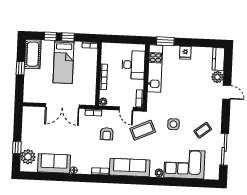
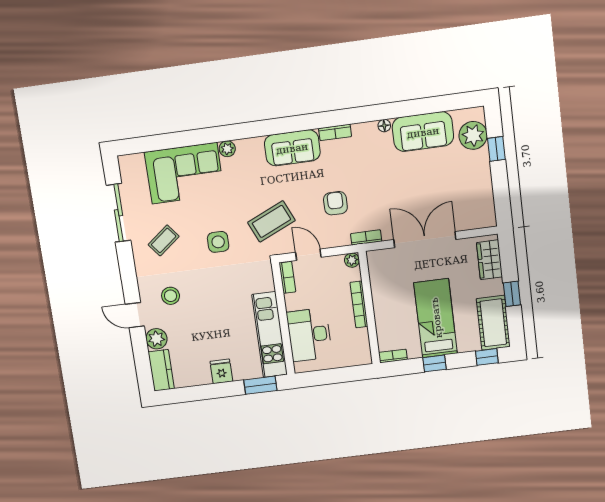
window: (50, 36) -> (487, 357), moved
wardrobe: (29, 89) -> (490, 260), added
stool: (205, 99) -> (171, 296), added
sofa: (130, 168) -> (292, 148), width x0.73

